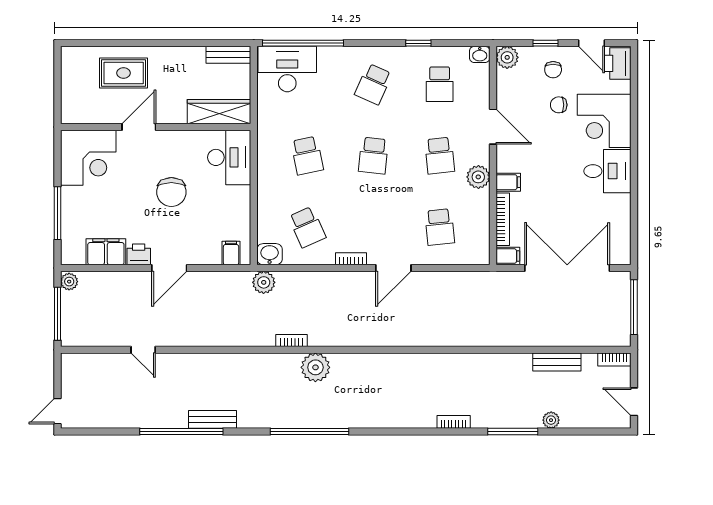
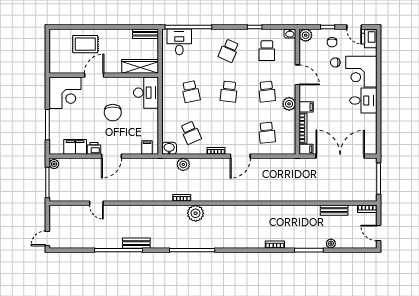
desk: (287, 69) -> (179, 42), width x0.73
plant: (264, 282) -> (183, 164), moved

